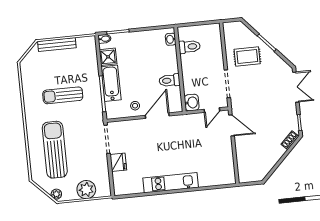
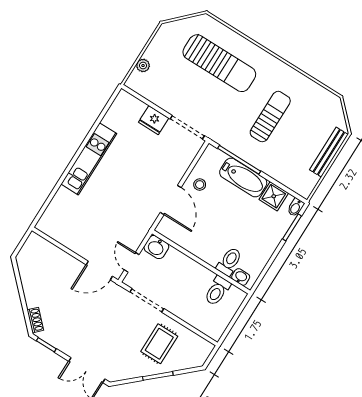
toilet: (170, 80) -> (229, 262), moved
plant: (86, 190) -> (143, 66), width x0.53, depth x0.53
plant: (56, 194) -> (171, 28), removed

